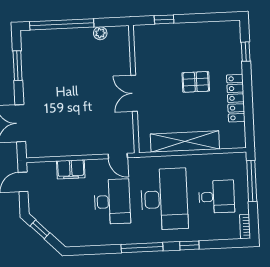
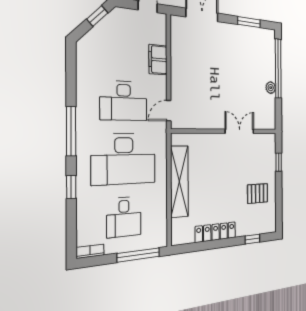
plant: (100, 33) -> (271, 88), moved
pallet: (196, 82) -> (258, 193), moved, turned 90
double door: (134, 93) -> (240, 131), moved

